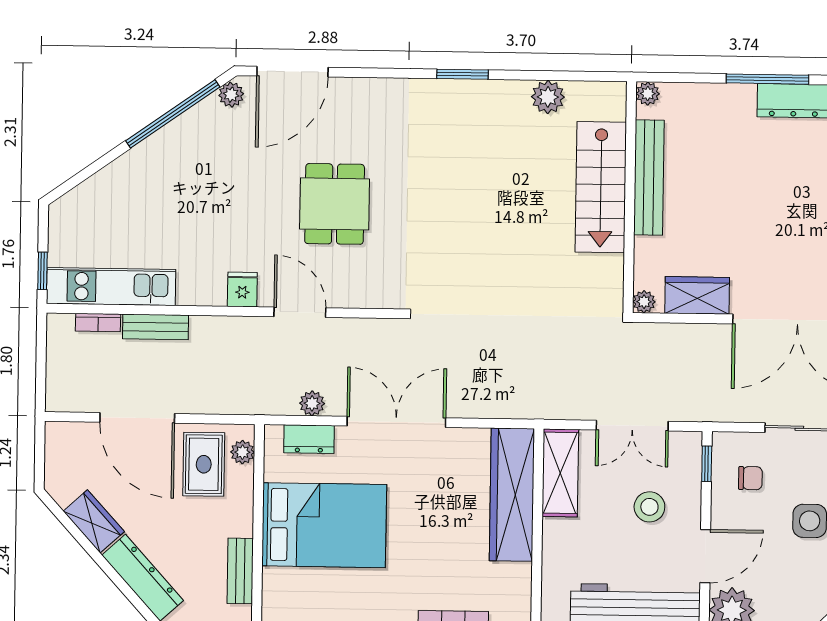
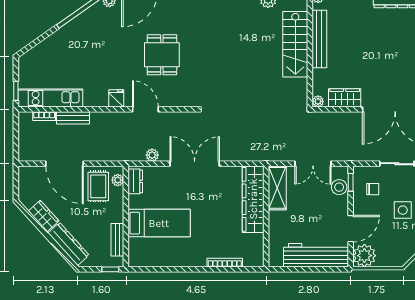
dresser: (309, 439) -> (135, 181), moved, turned -90
stool: (649, 507) -> (339, 187), moved
bed: (324, 525) -> (159, 223), width x0.67

